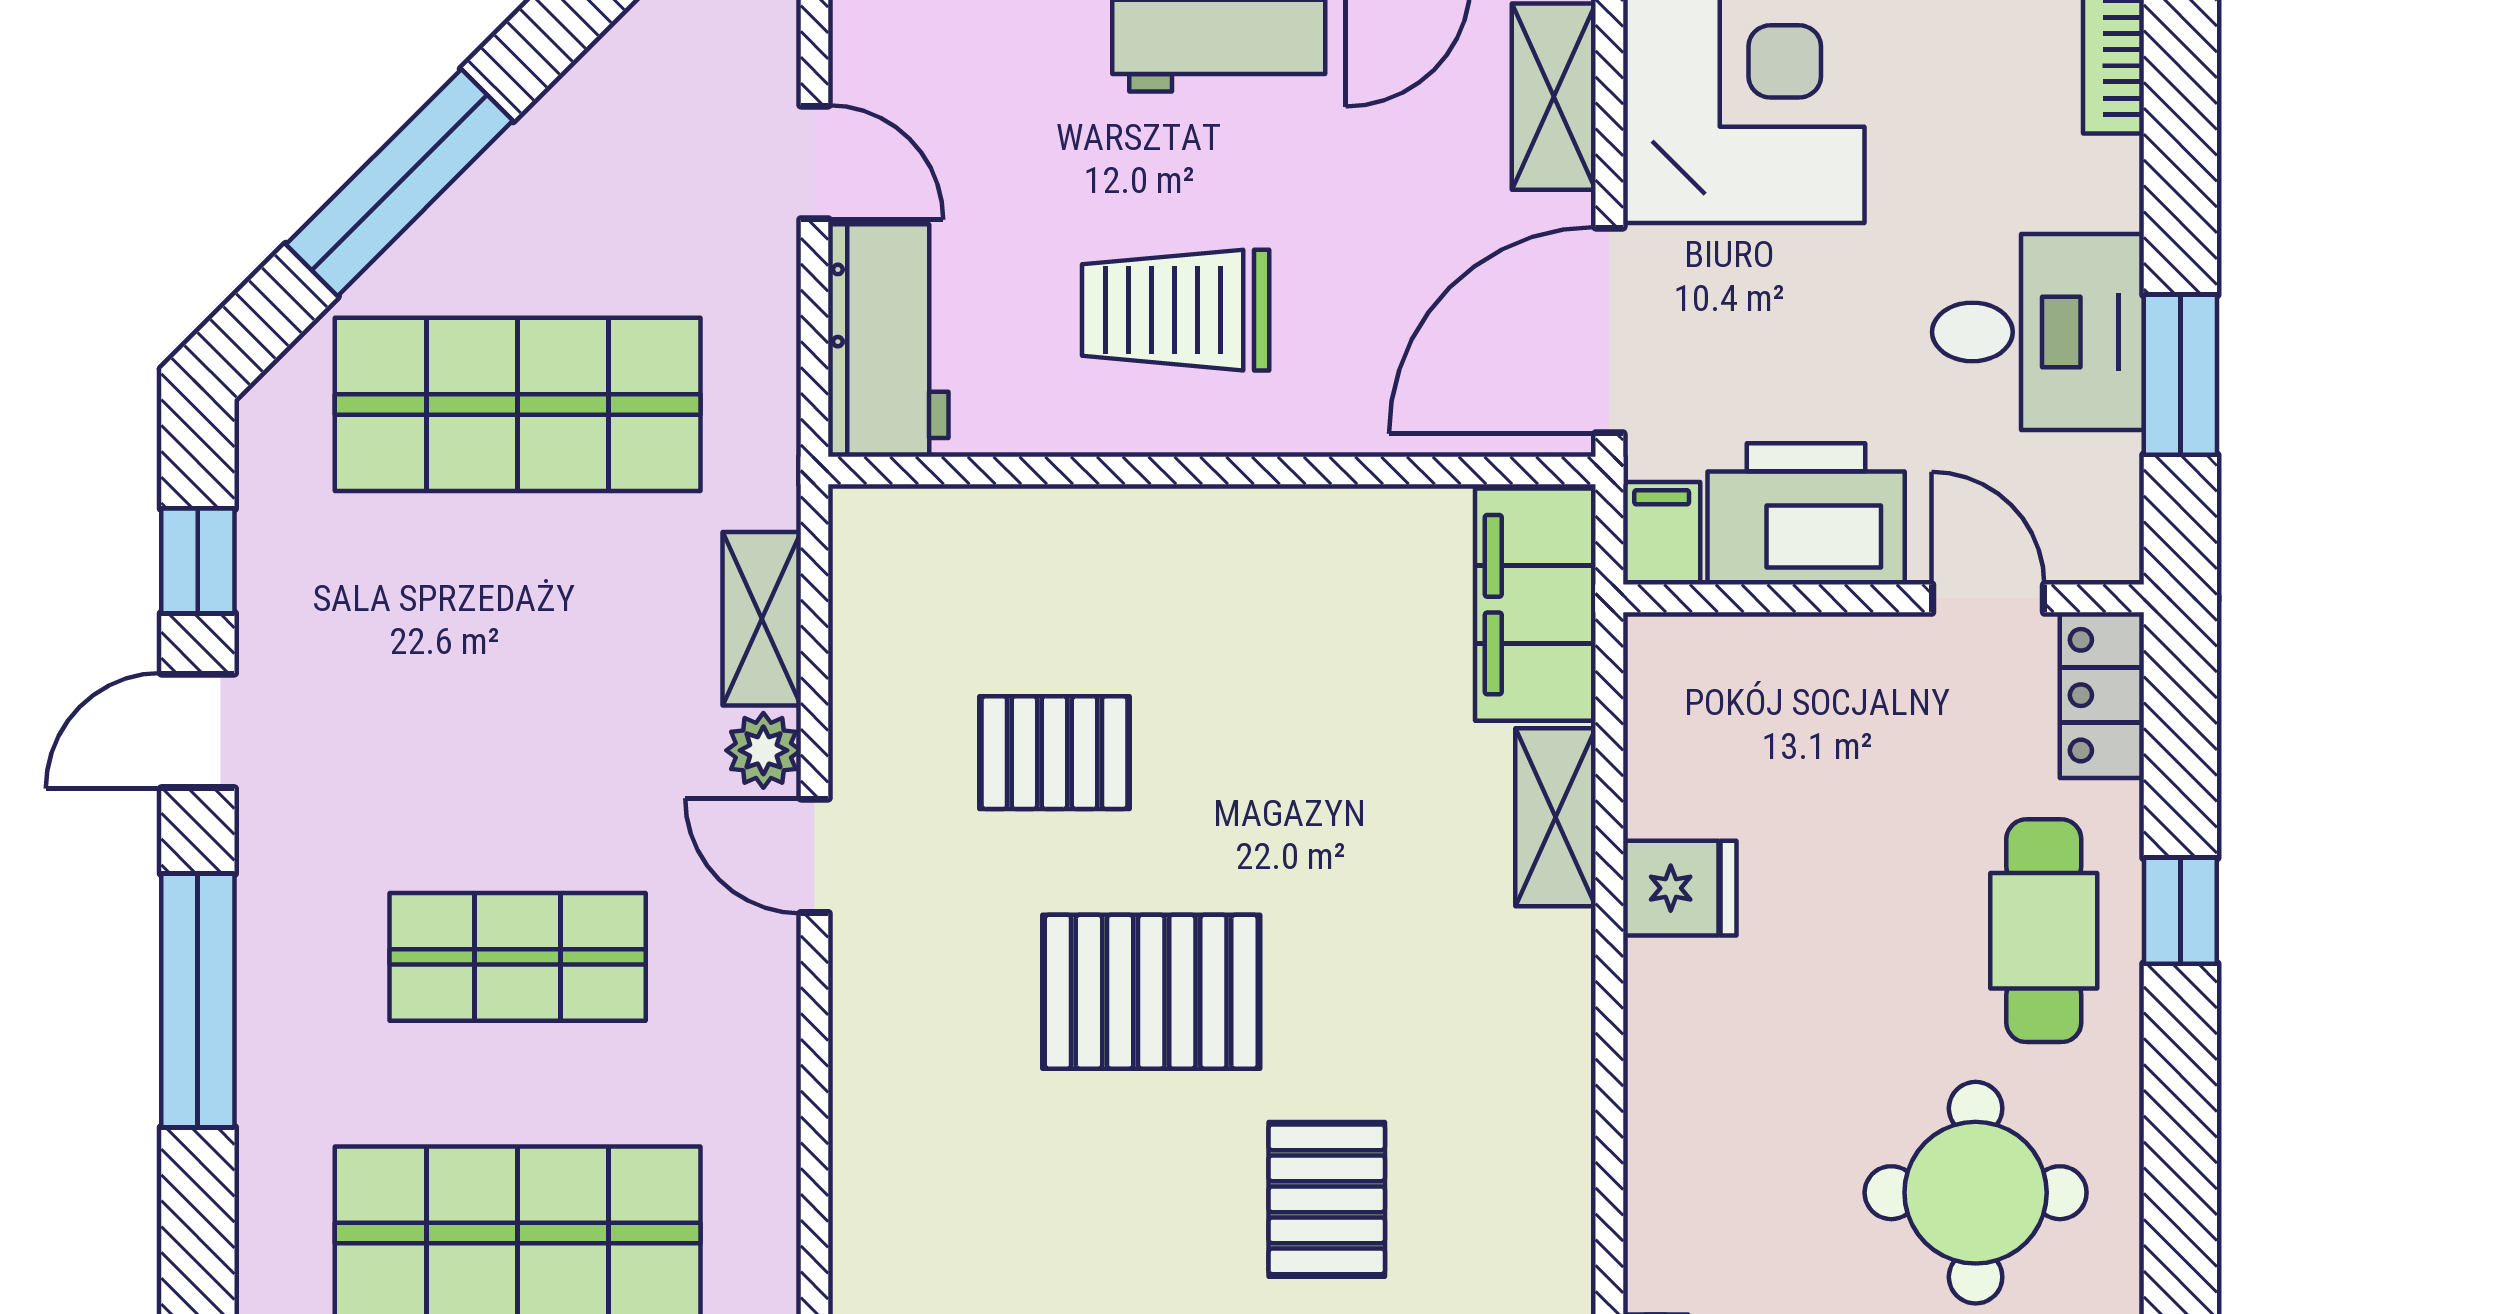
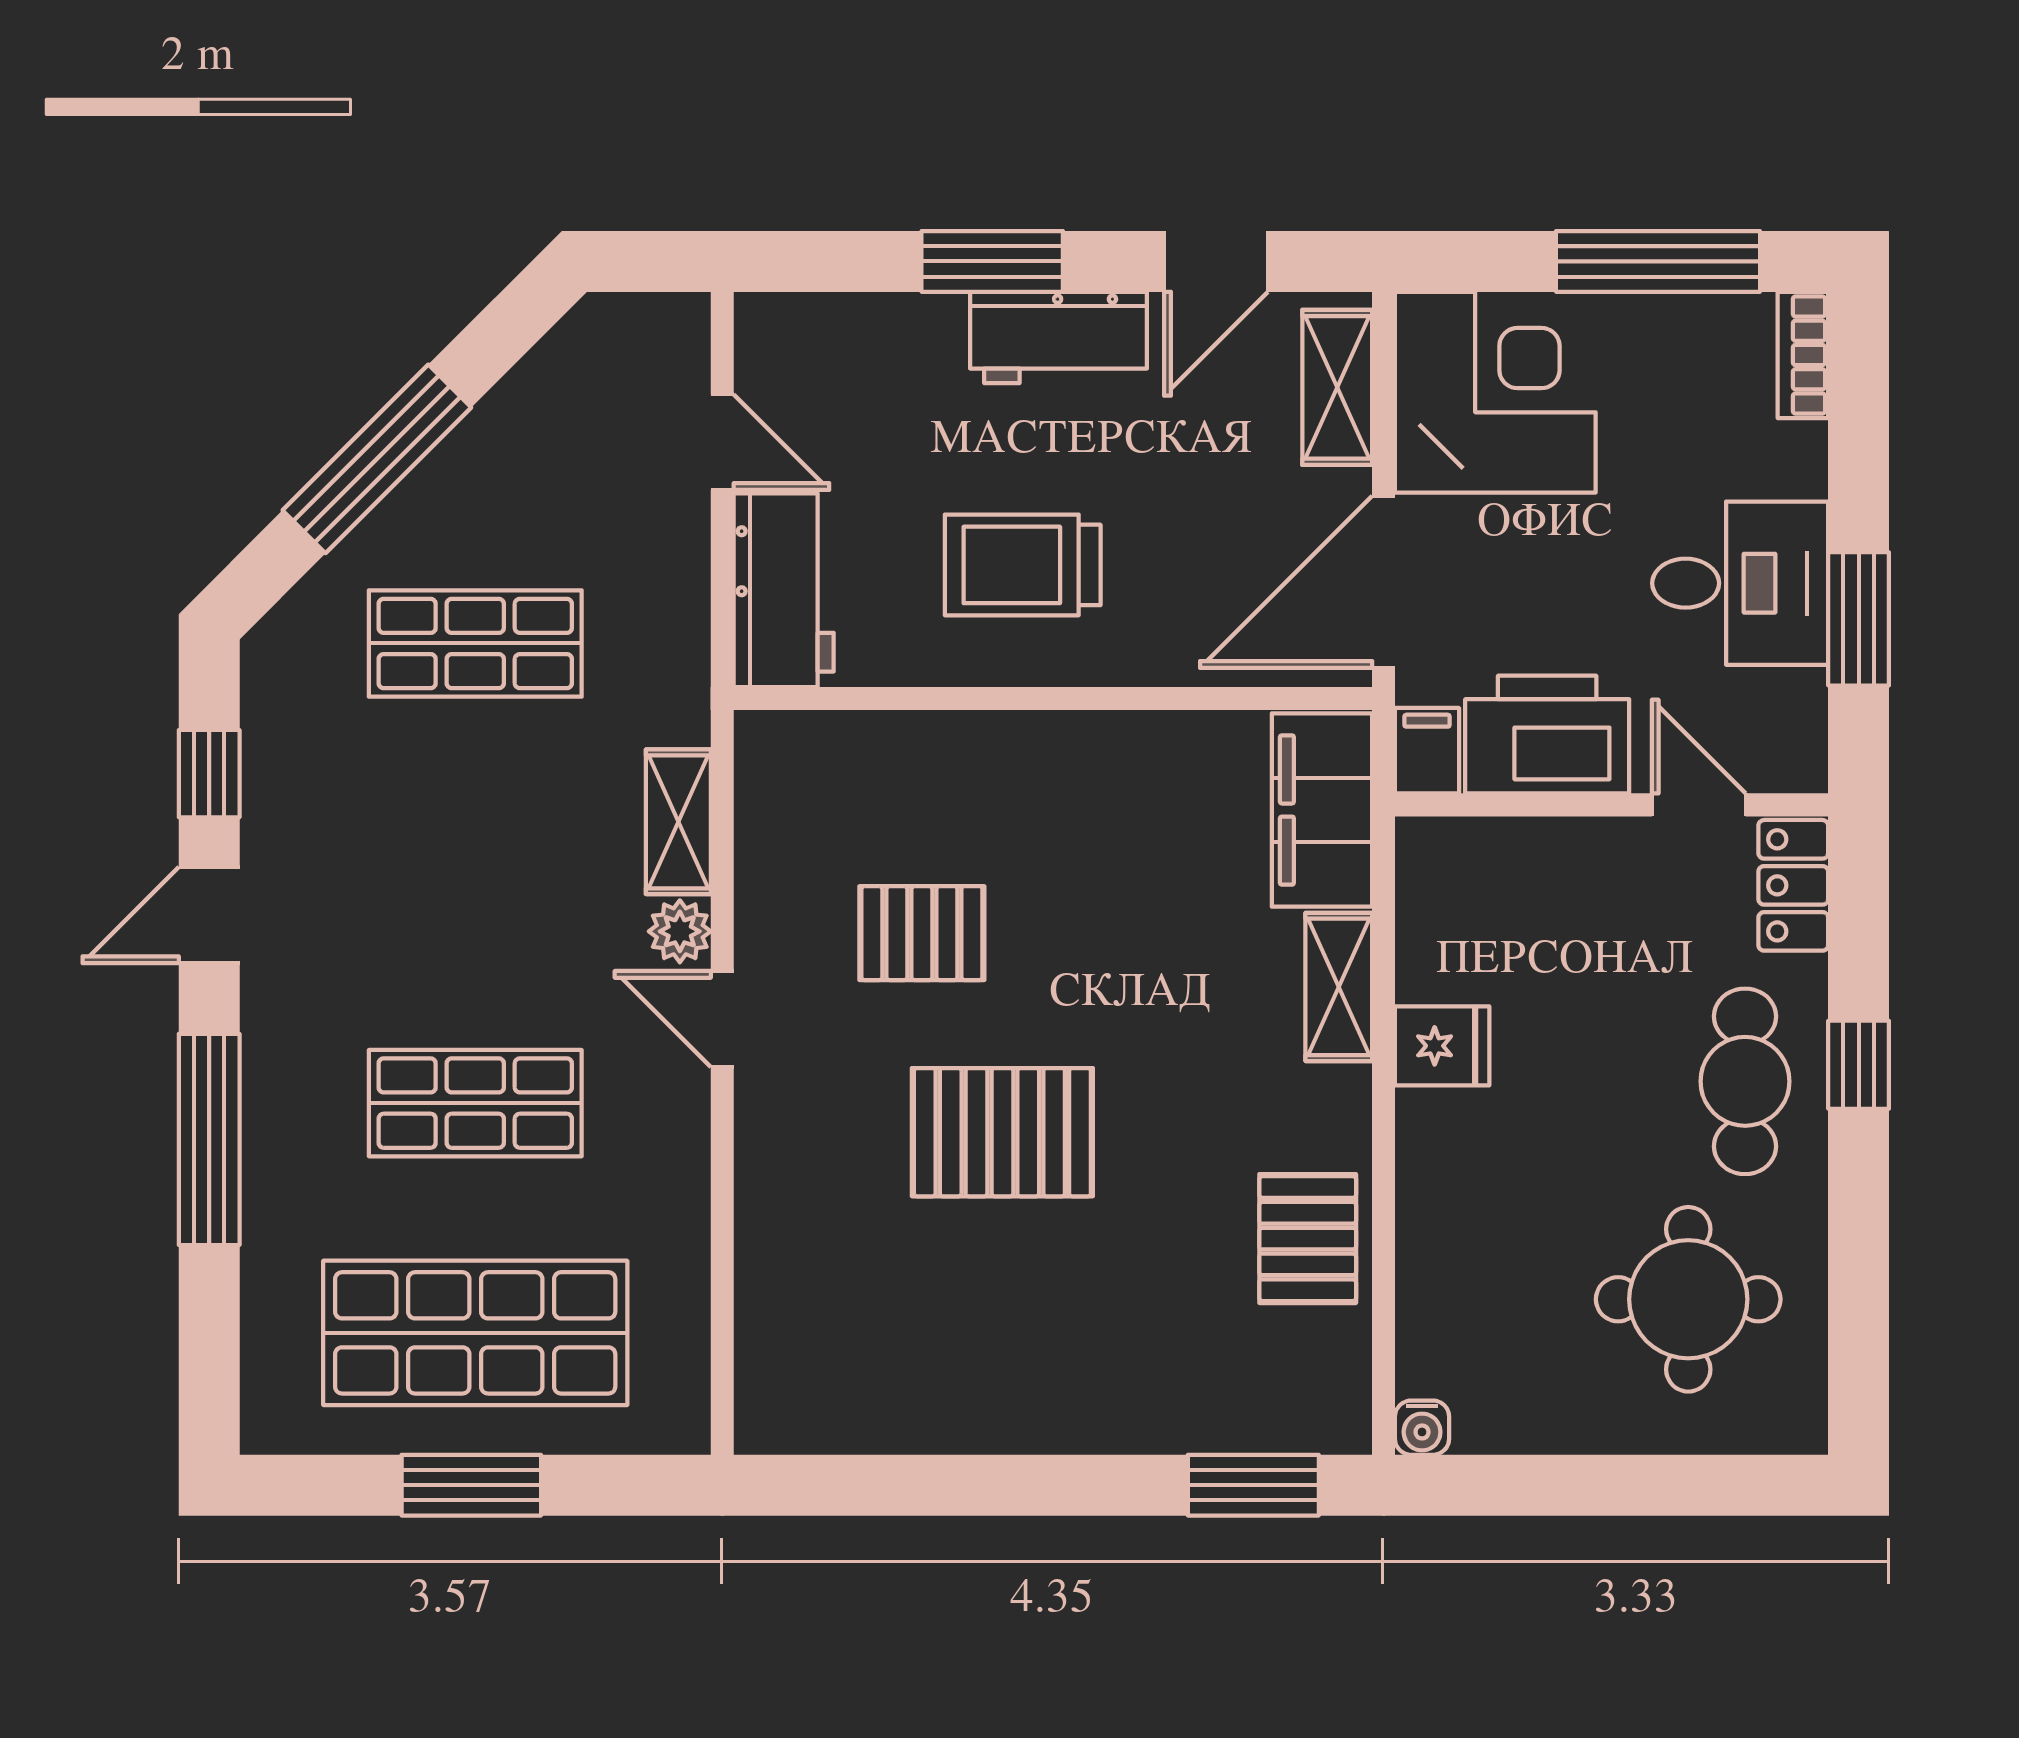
shop shelf: (518, 404) -> (475, 643), width x0.70, depth x0.74
pallet: (1327, 1199) -> (1308, 1239), moved

